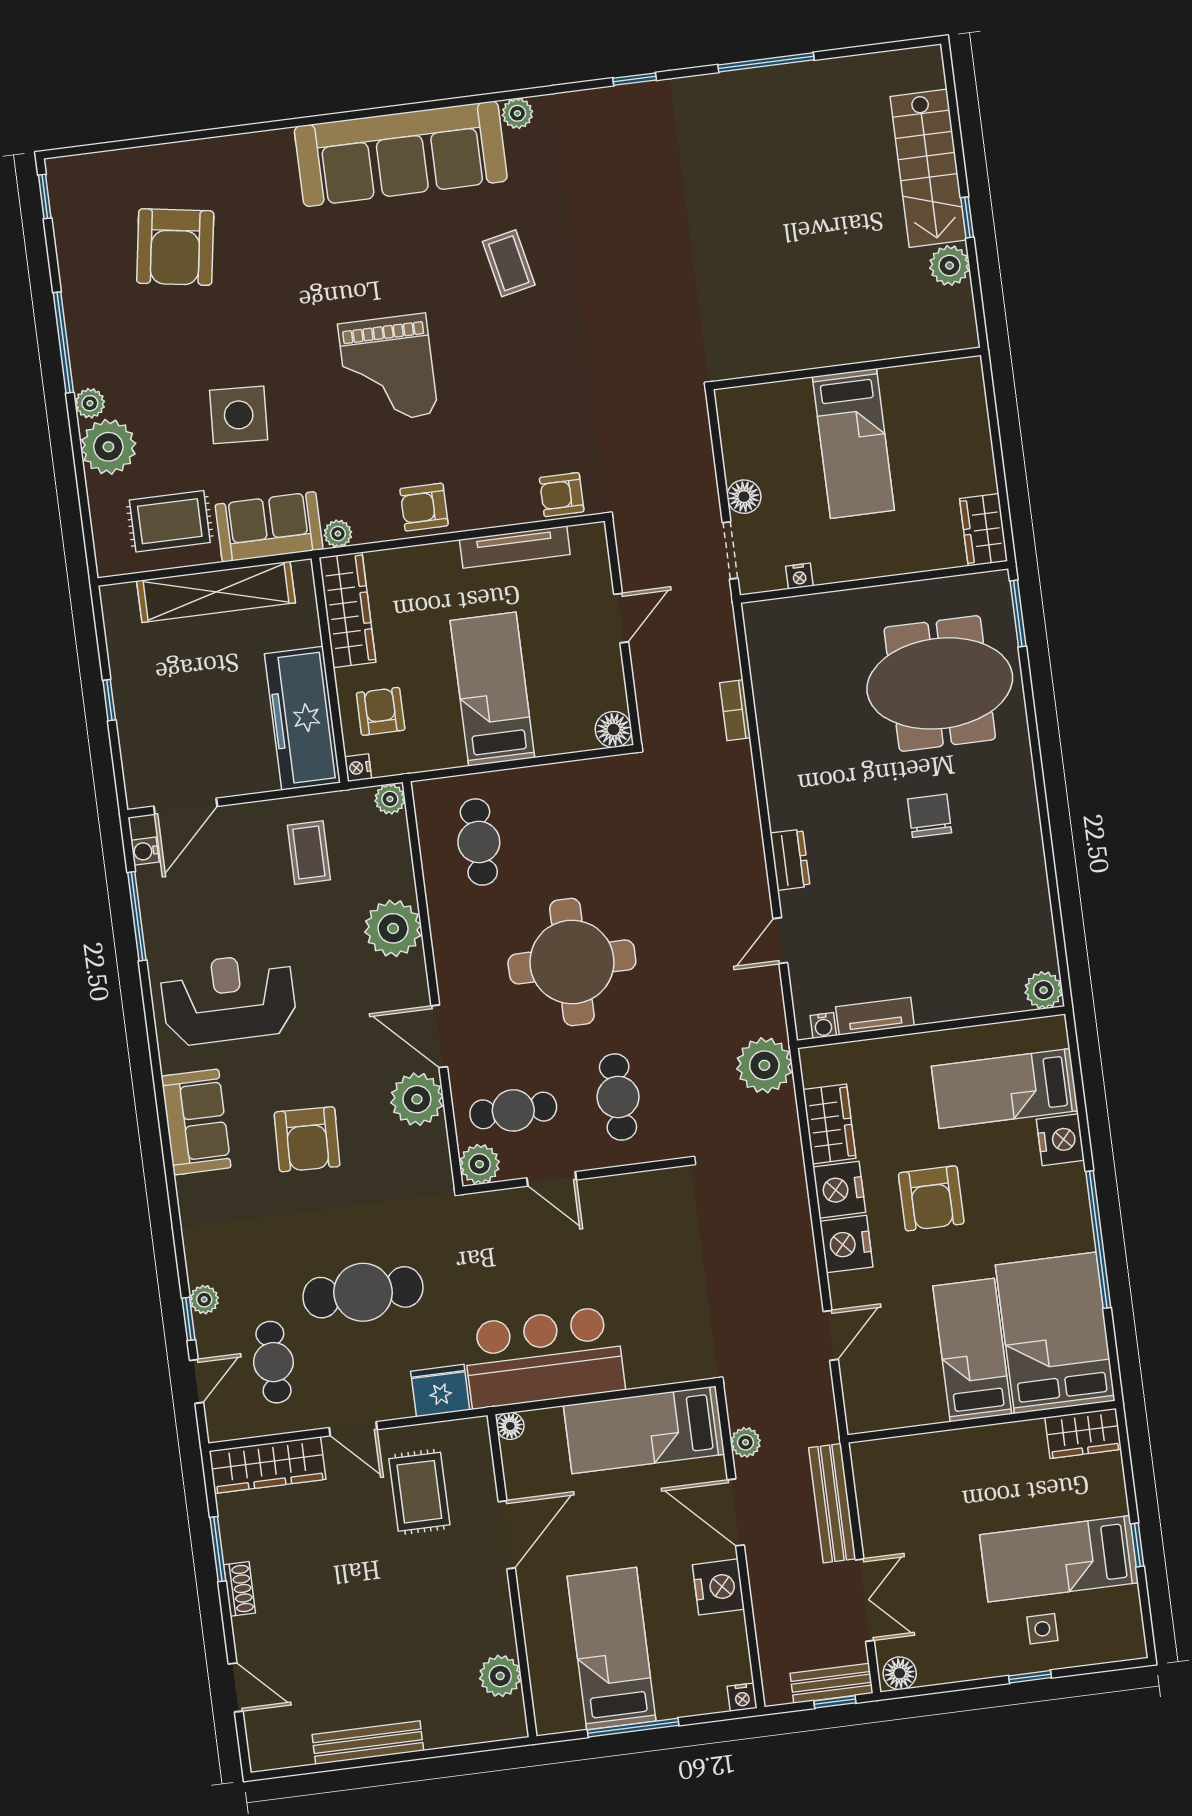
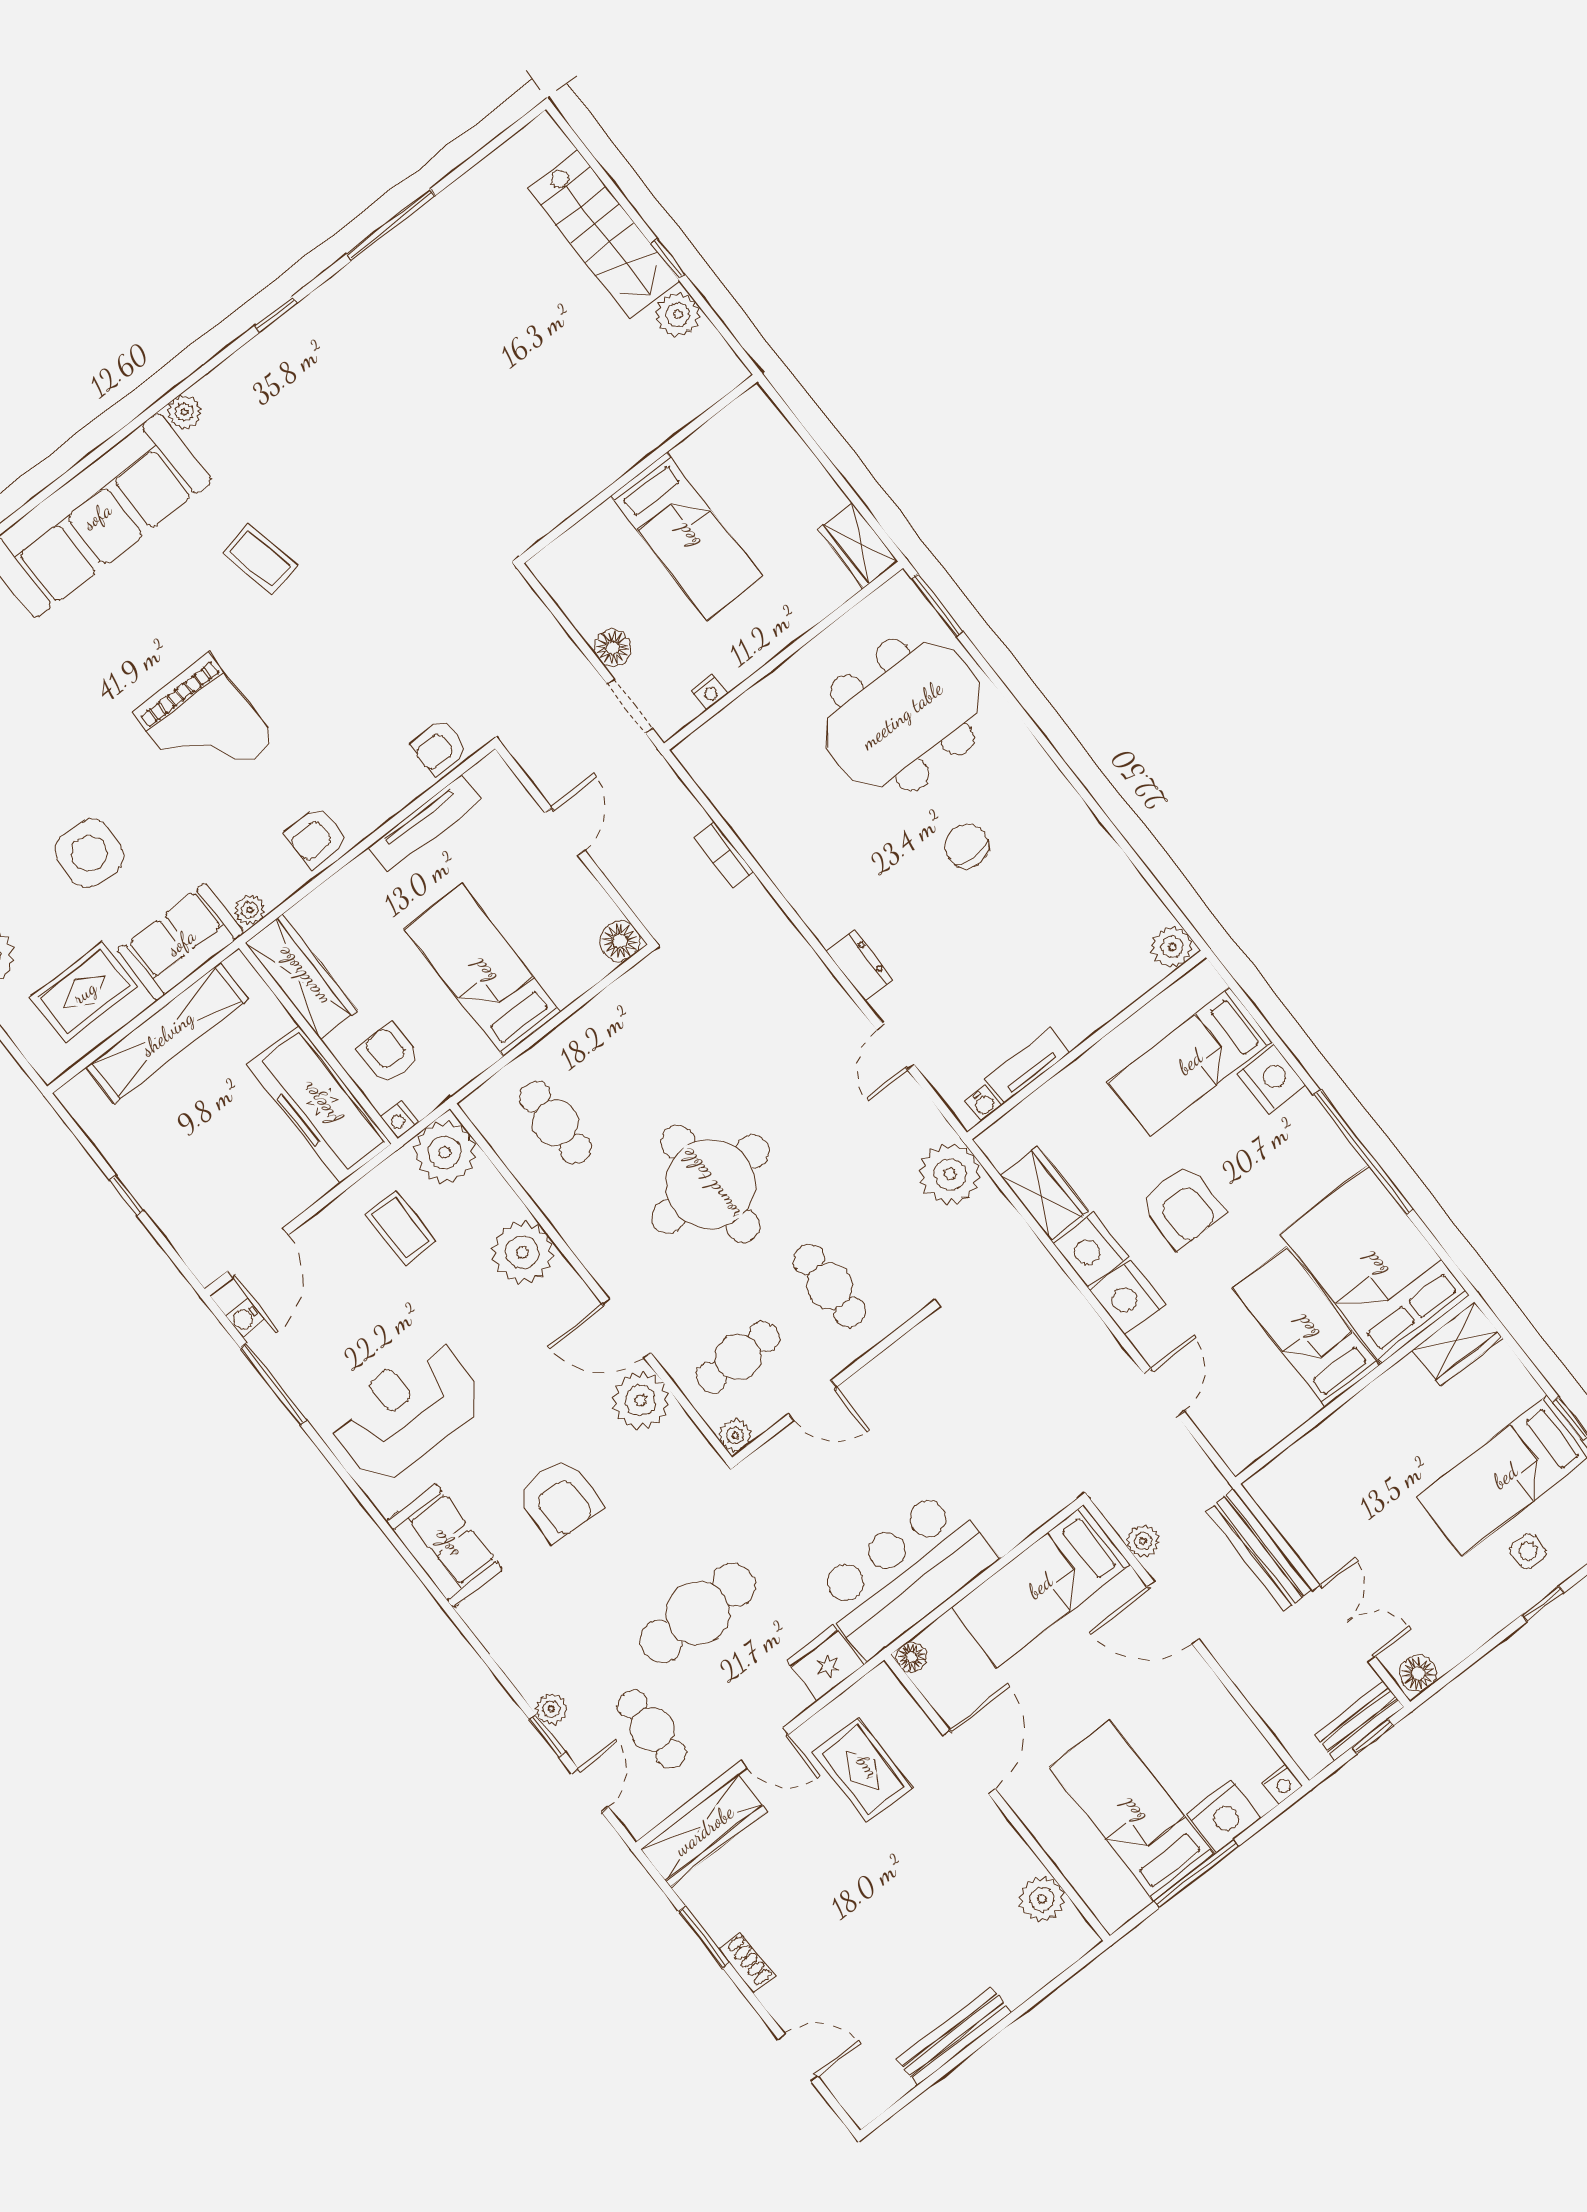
plant: (390, 799) -> (445, 1152), width x1.88, depth x1.88
plant: (480, 1164) -> (735, 1435), width x0.73, depth x0.73
nightstand: (718, 1587) -> (1223, 1816), moved, turned 90

